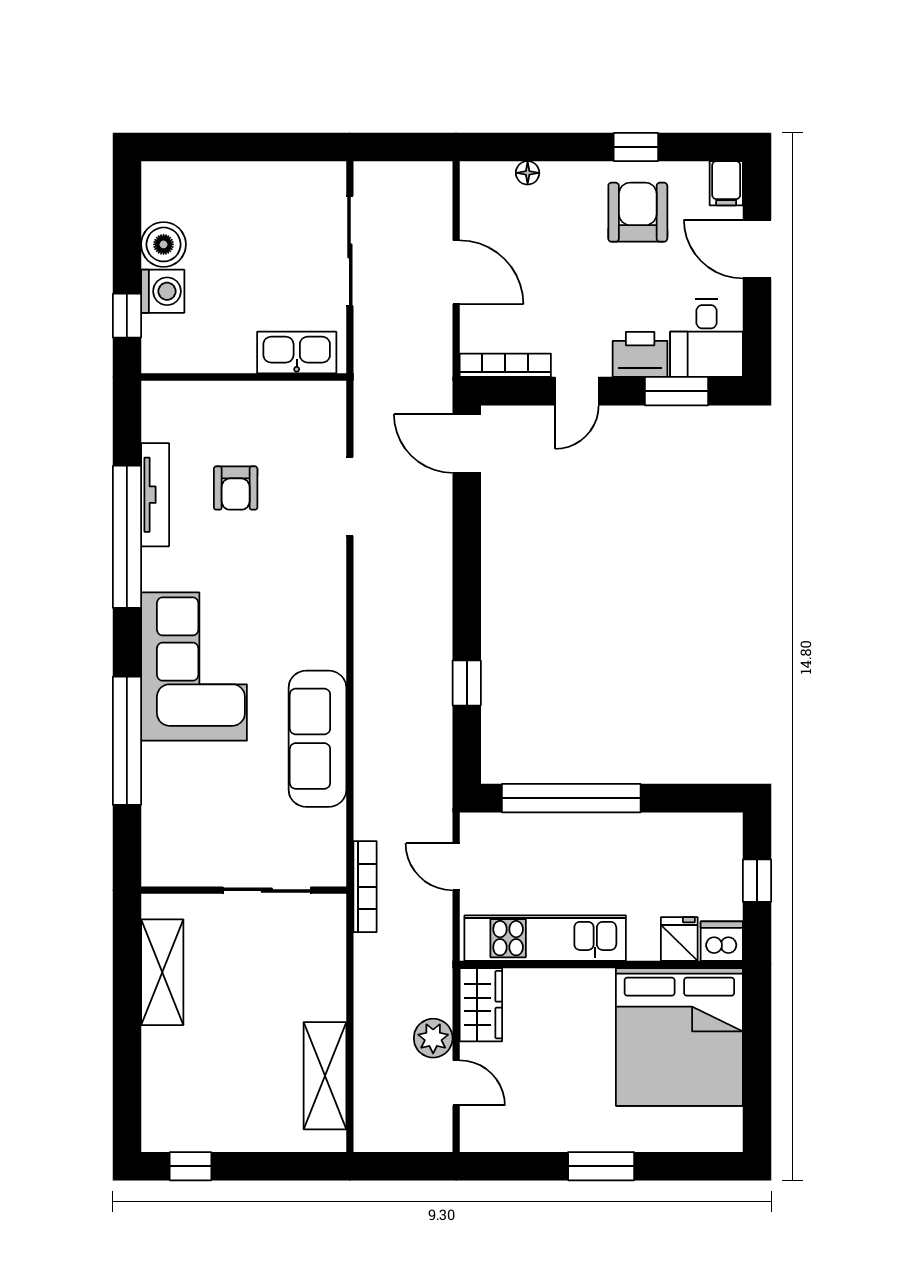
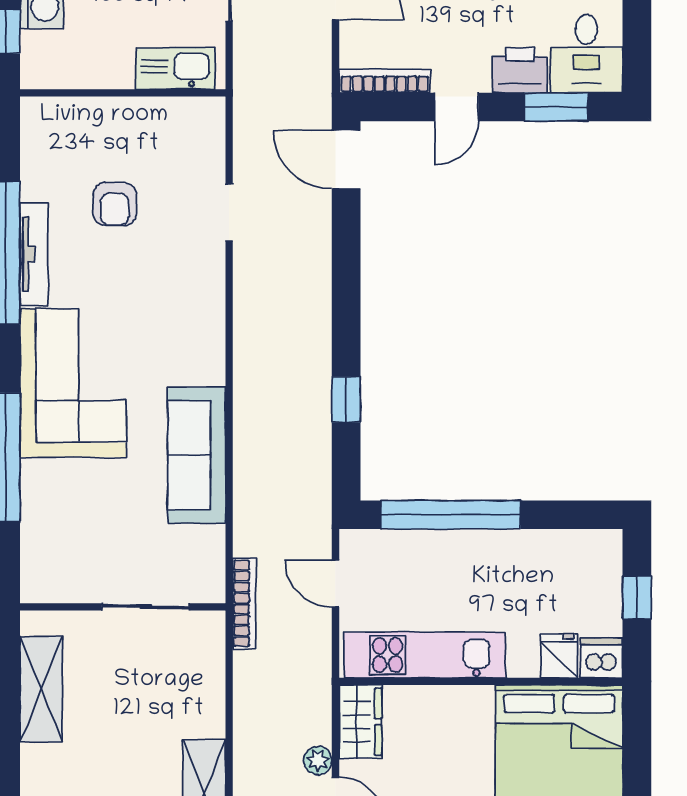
tv unit: (155, 495) -> (34, 254), moved
doorway: (350, 497) -> (229, 213), width x0.73
plant: (433, 1038) -> (318, 760), width x0.73, depth x0.73

